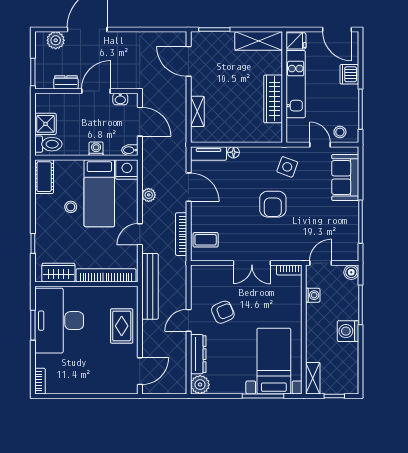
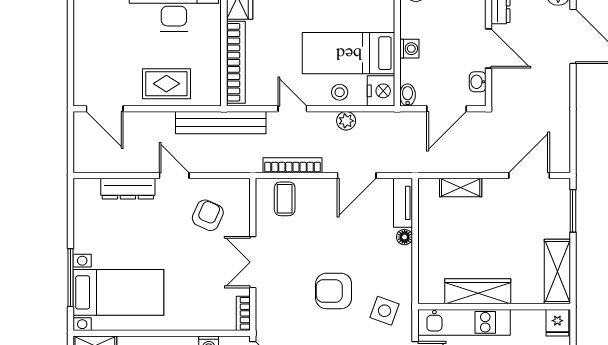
kitchen unit: (296, 84) -> (464, 322), moved
stool: (71, 207) -> (340, 92), moved
armchair: (223, 312) -> (208, 215), moved, turned -133
plant: (200, 385) -> (86, 191), removed

